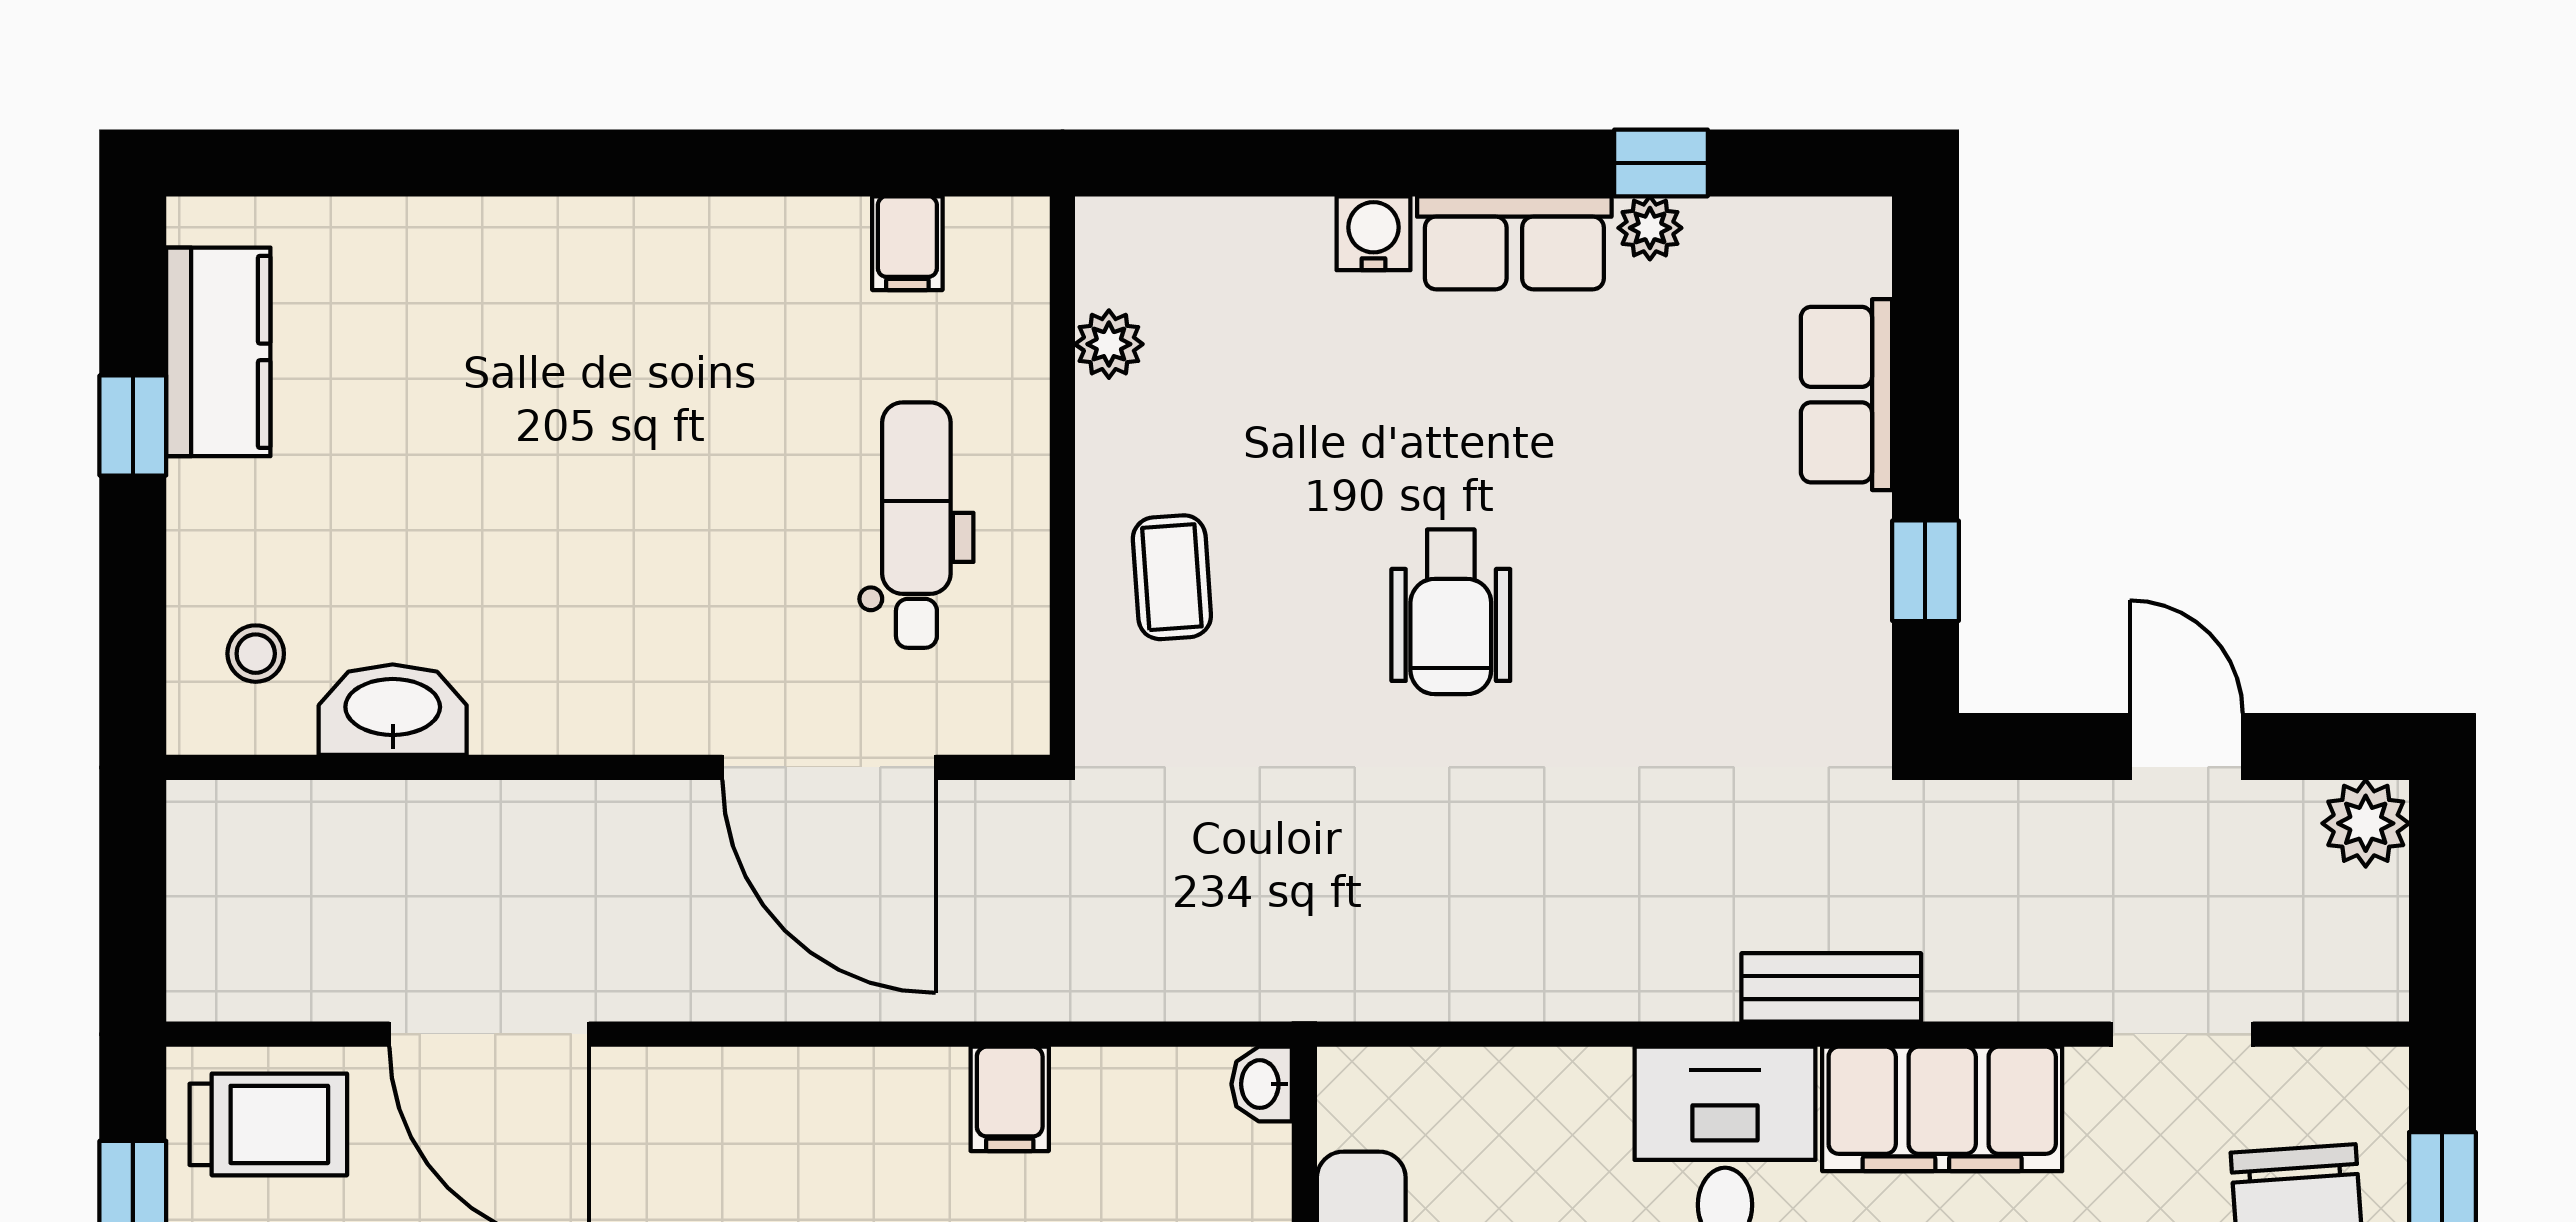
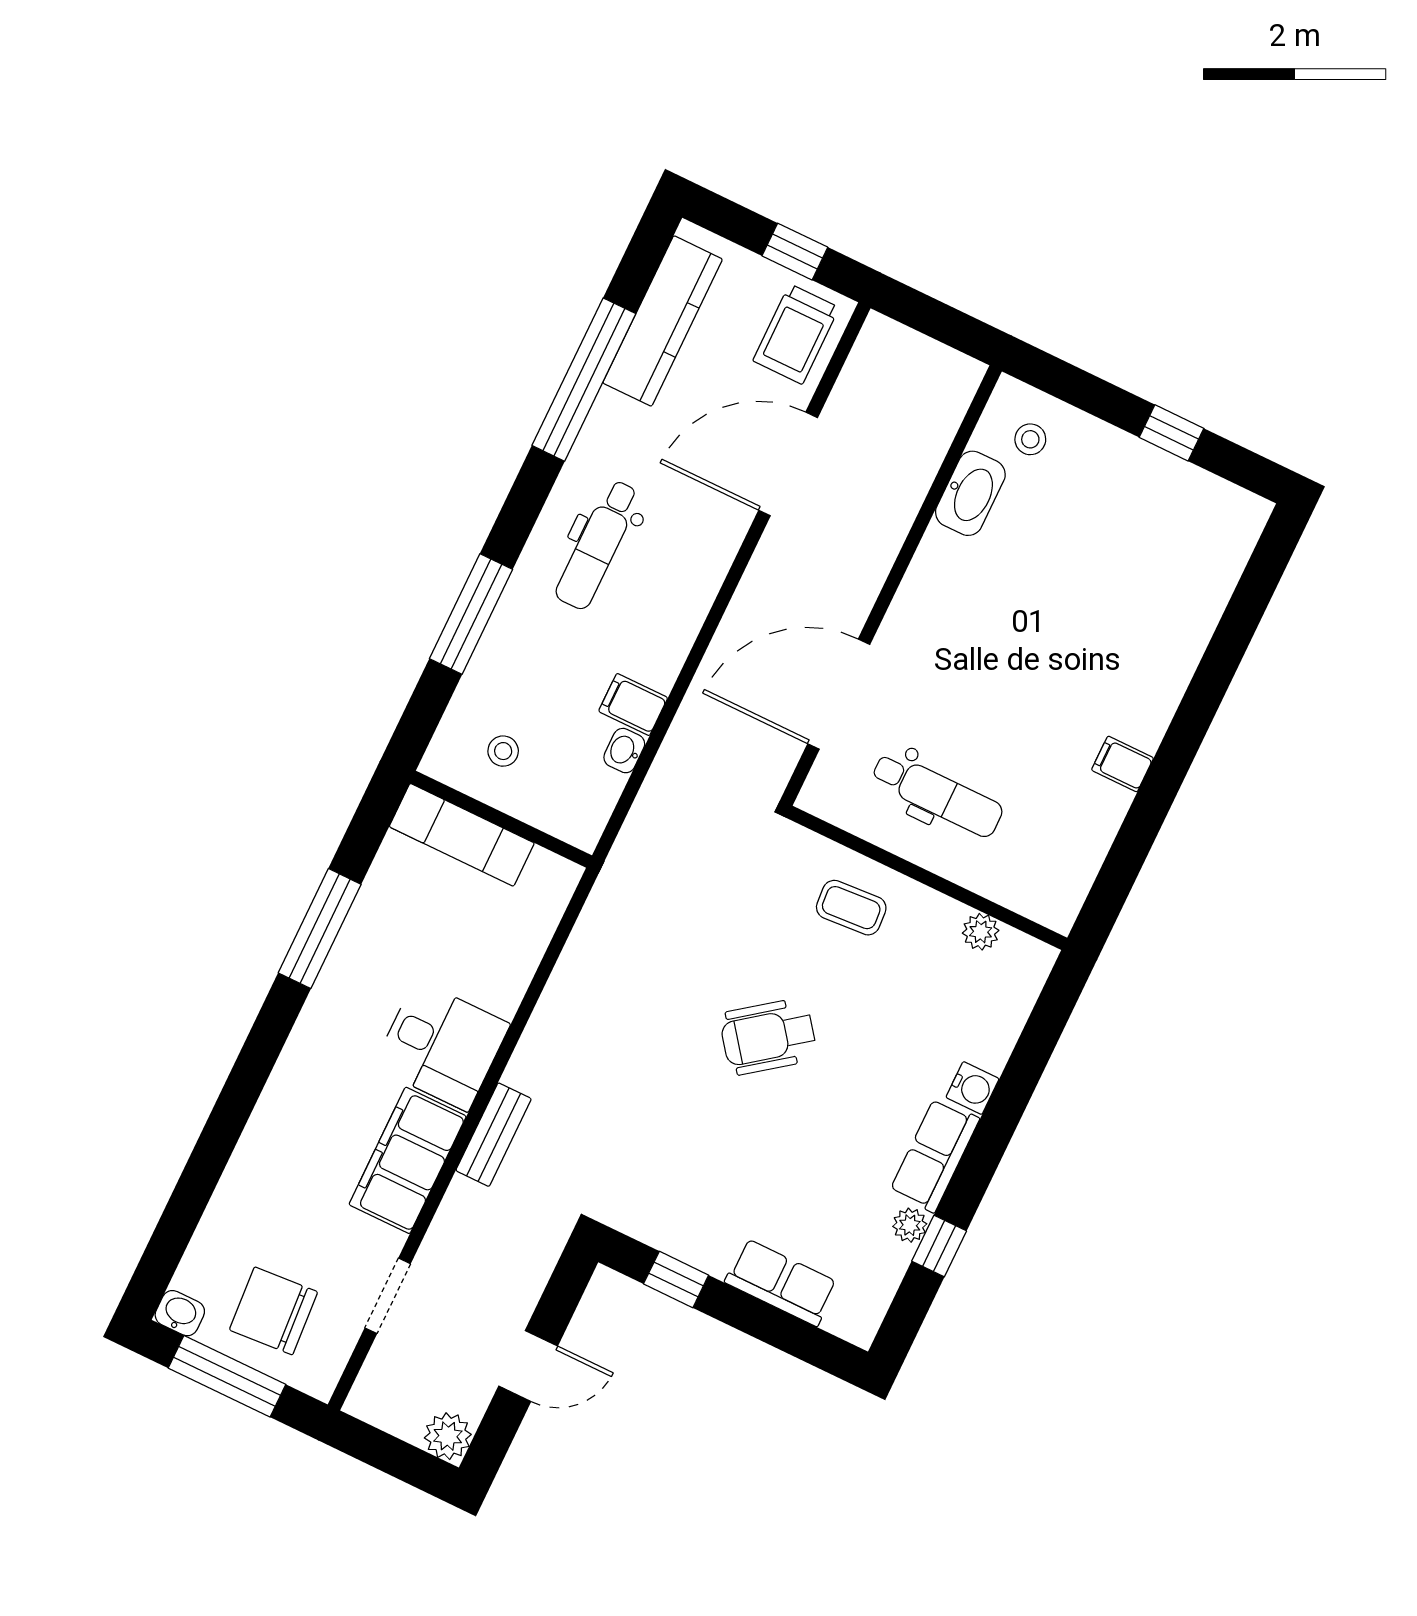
filing cabinet: (907, 243) -> (1122, 764), moved
kitchen counter: (218, 352) -> (1187, 492), removed
wheelchair: (1451, 612) -> (768, 1037), turned -37
washbasin: (1262, 1084) -> (624, 751), moved, turned -90

